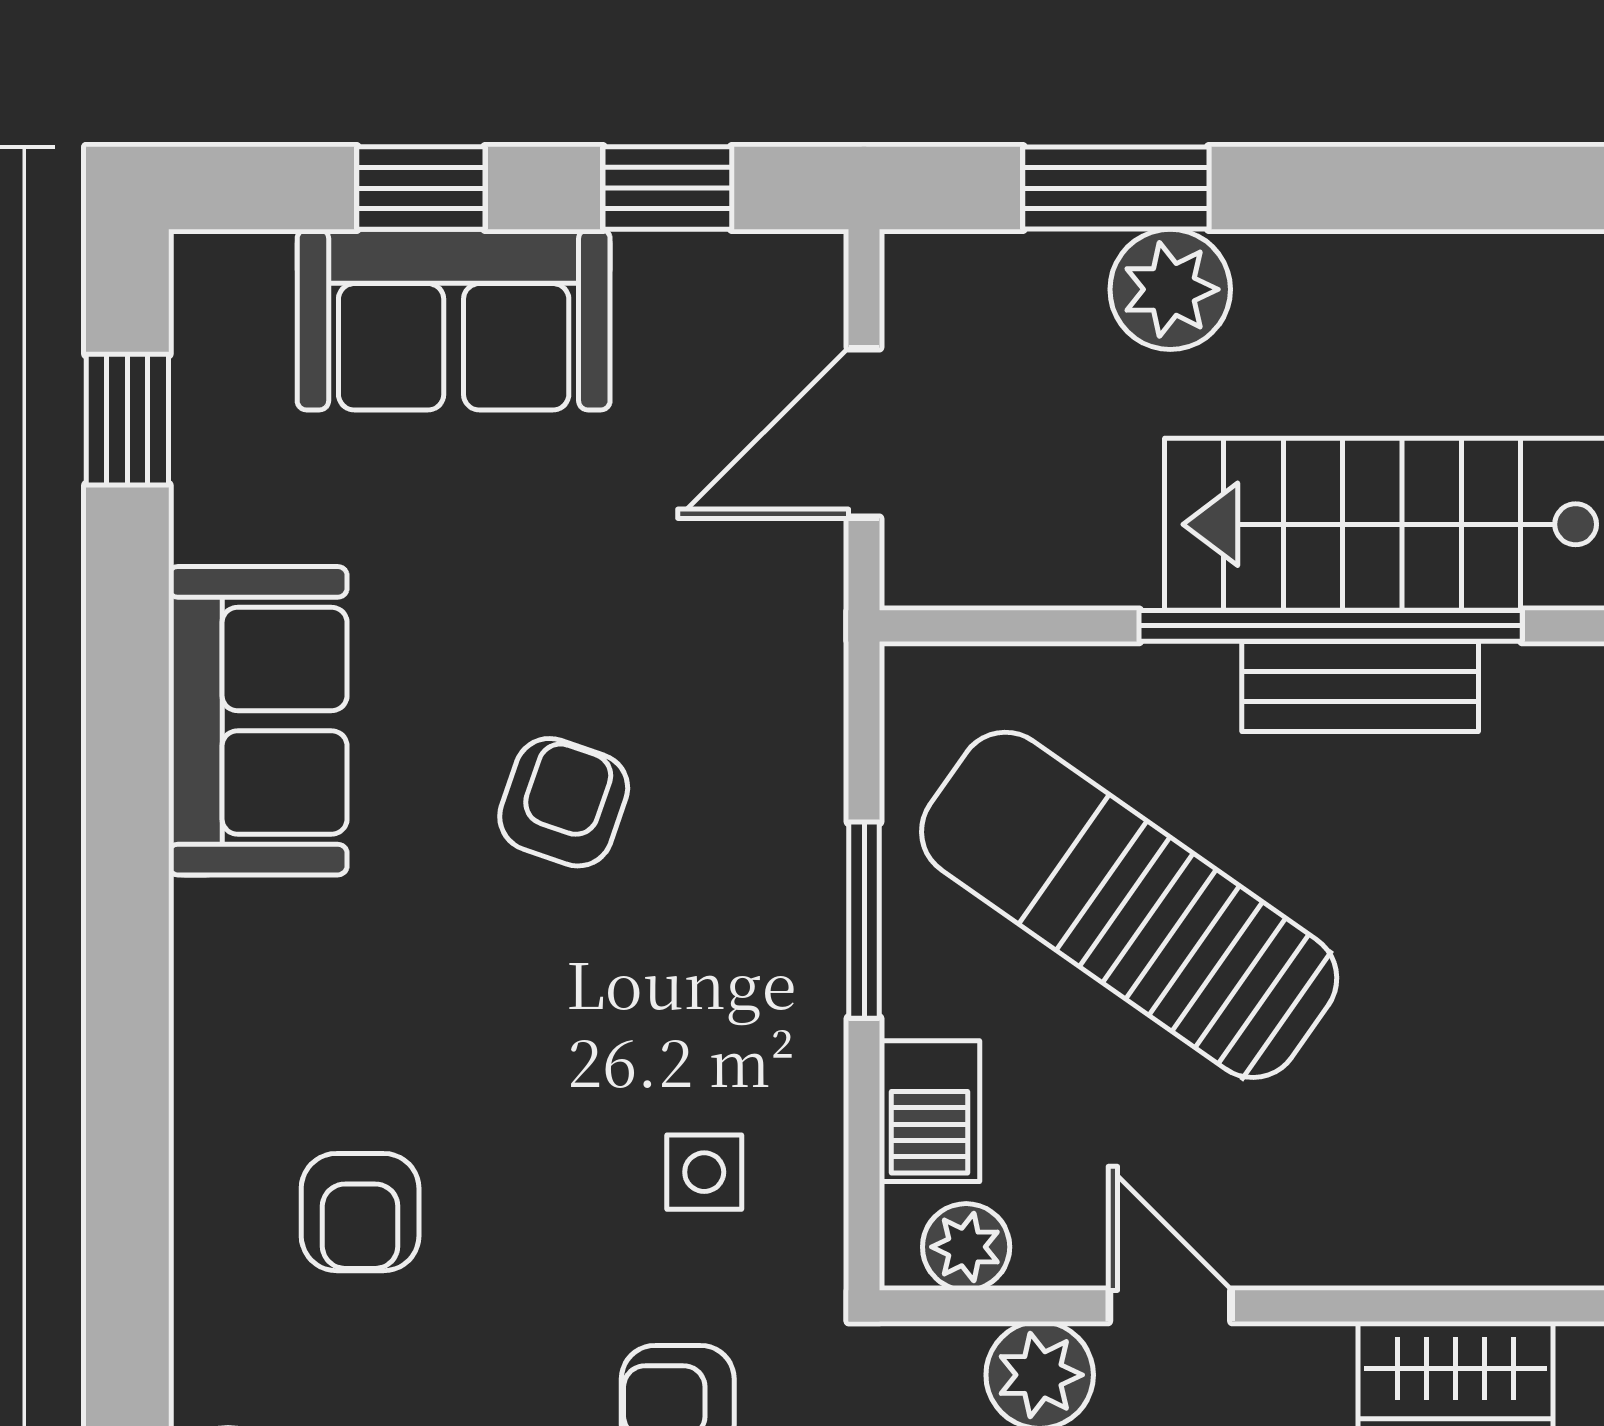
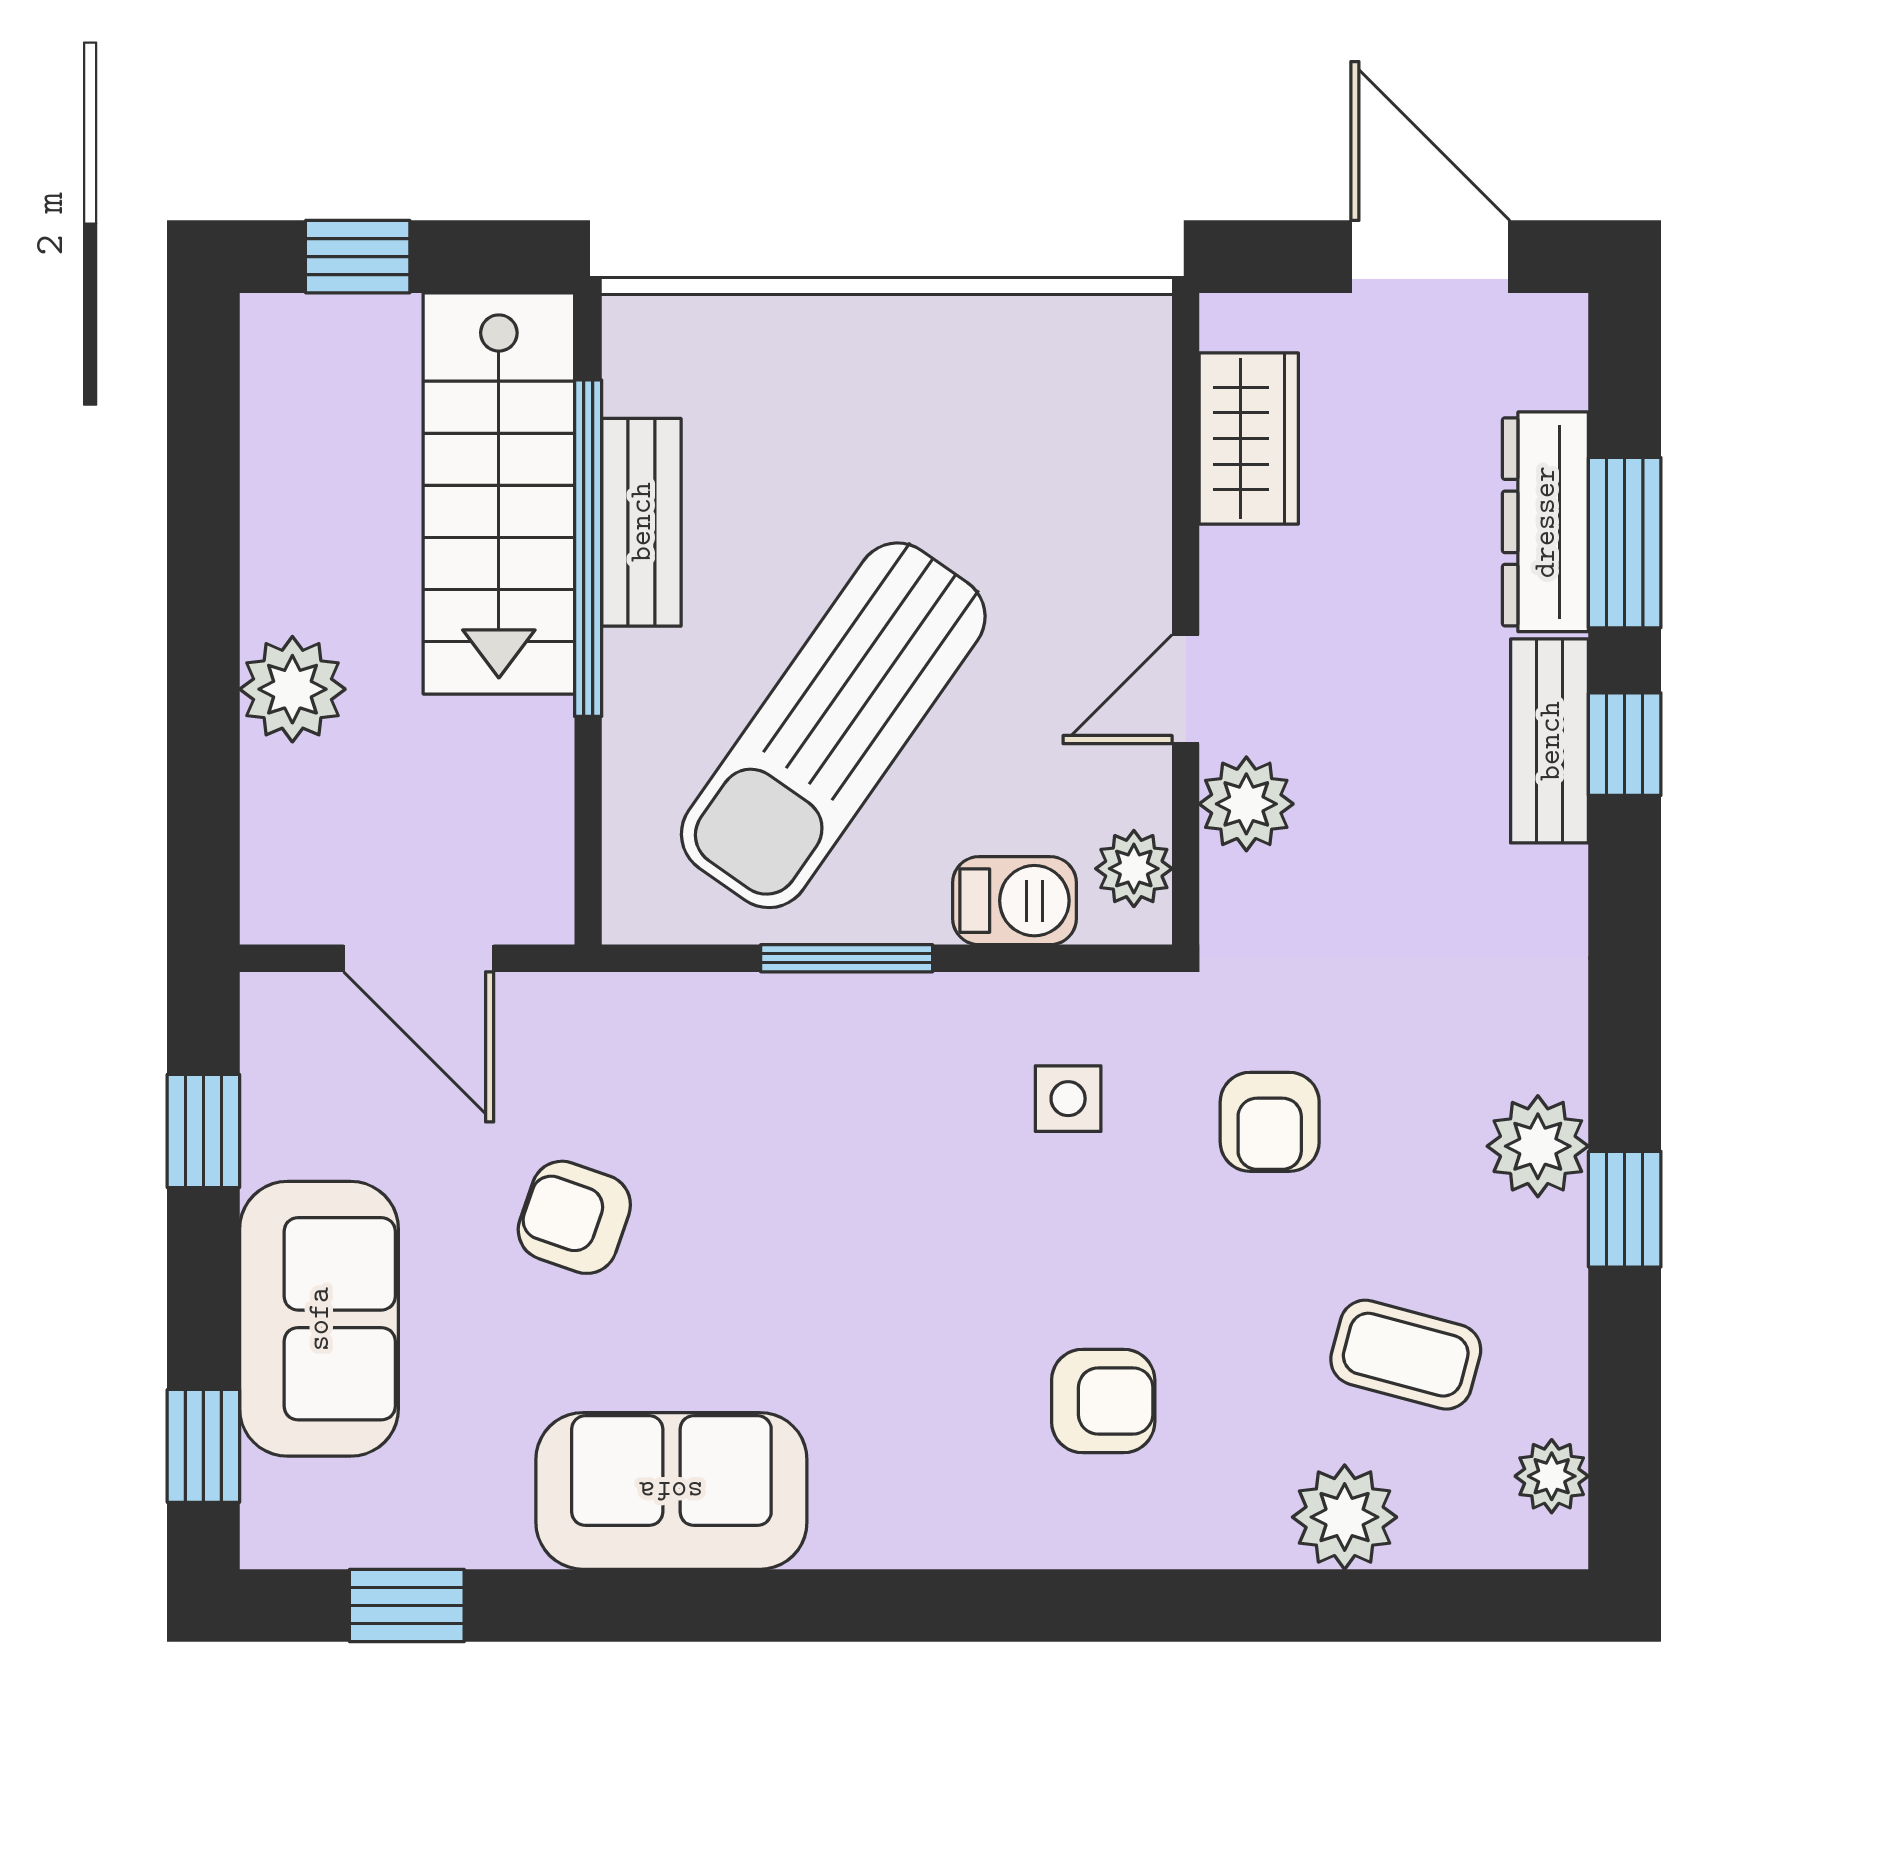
window: (421, 188) -> (203, 1446), moved
window: (1116, 188) -> (203, 737), removed
armchair: (564, 802) -> (574, 1217), moved

